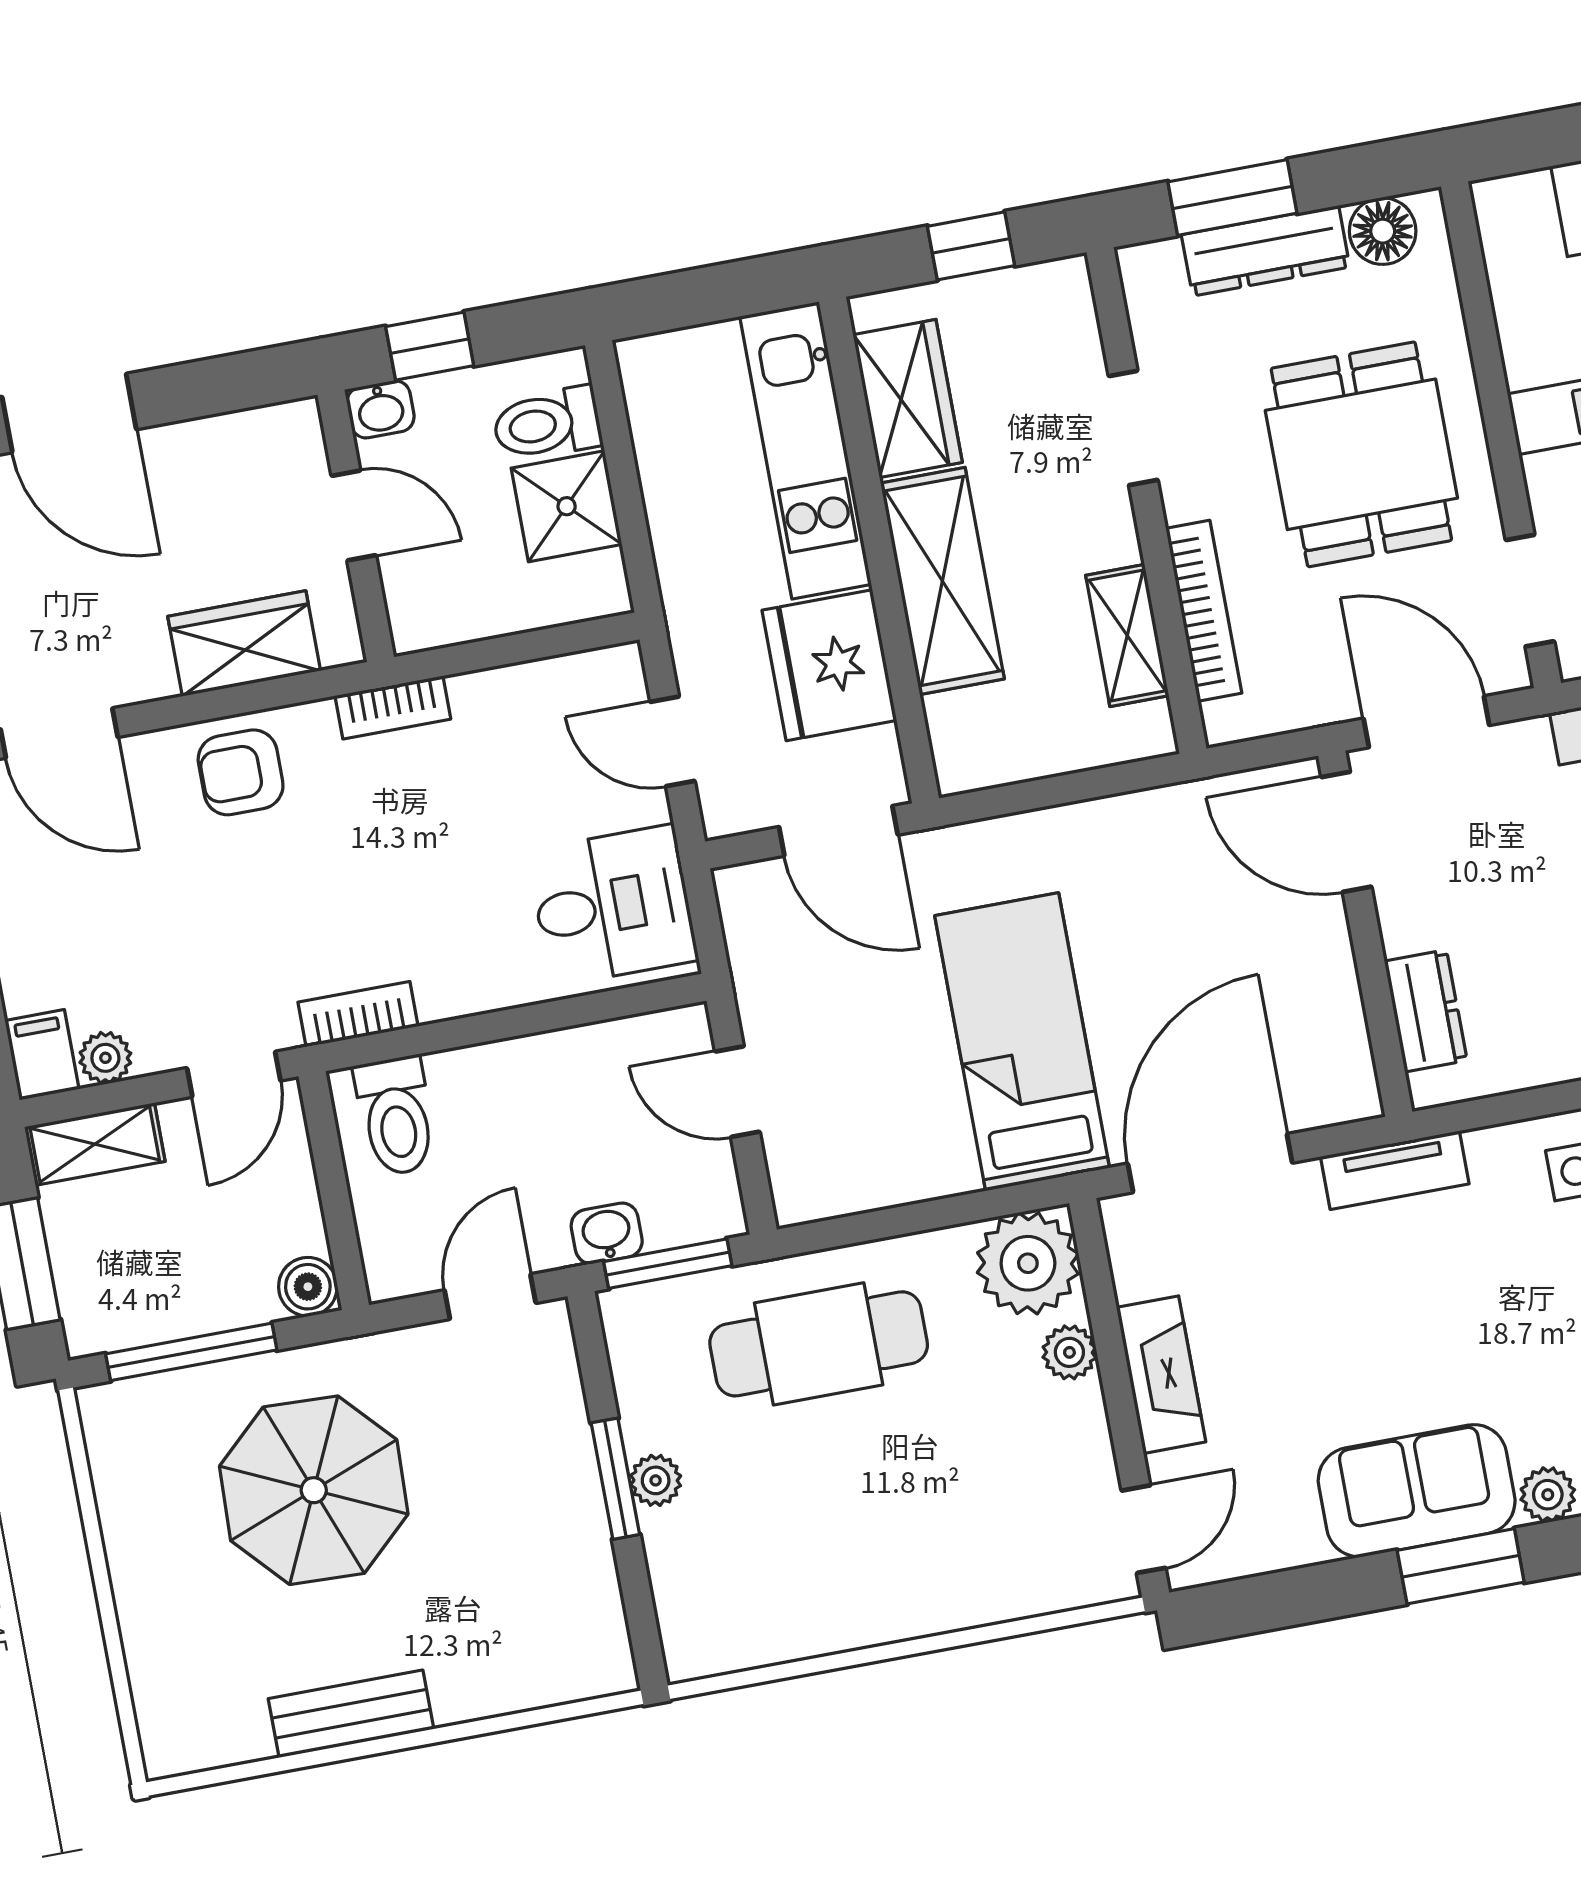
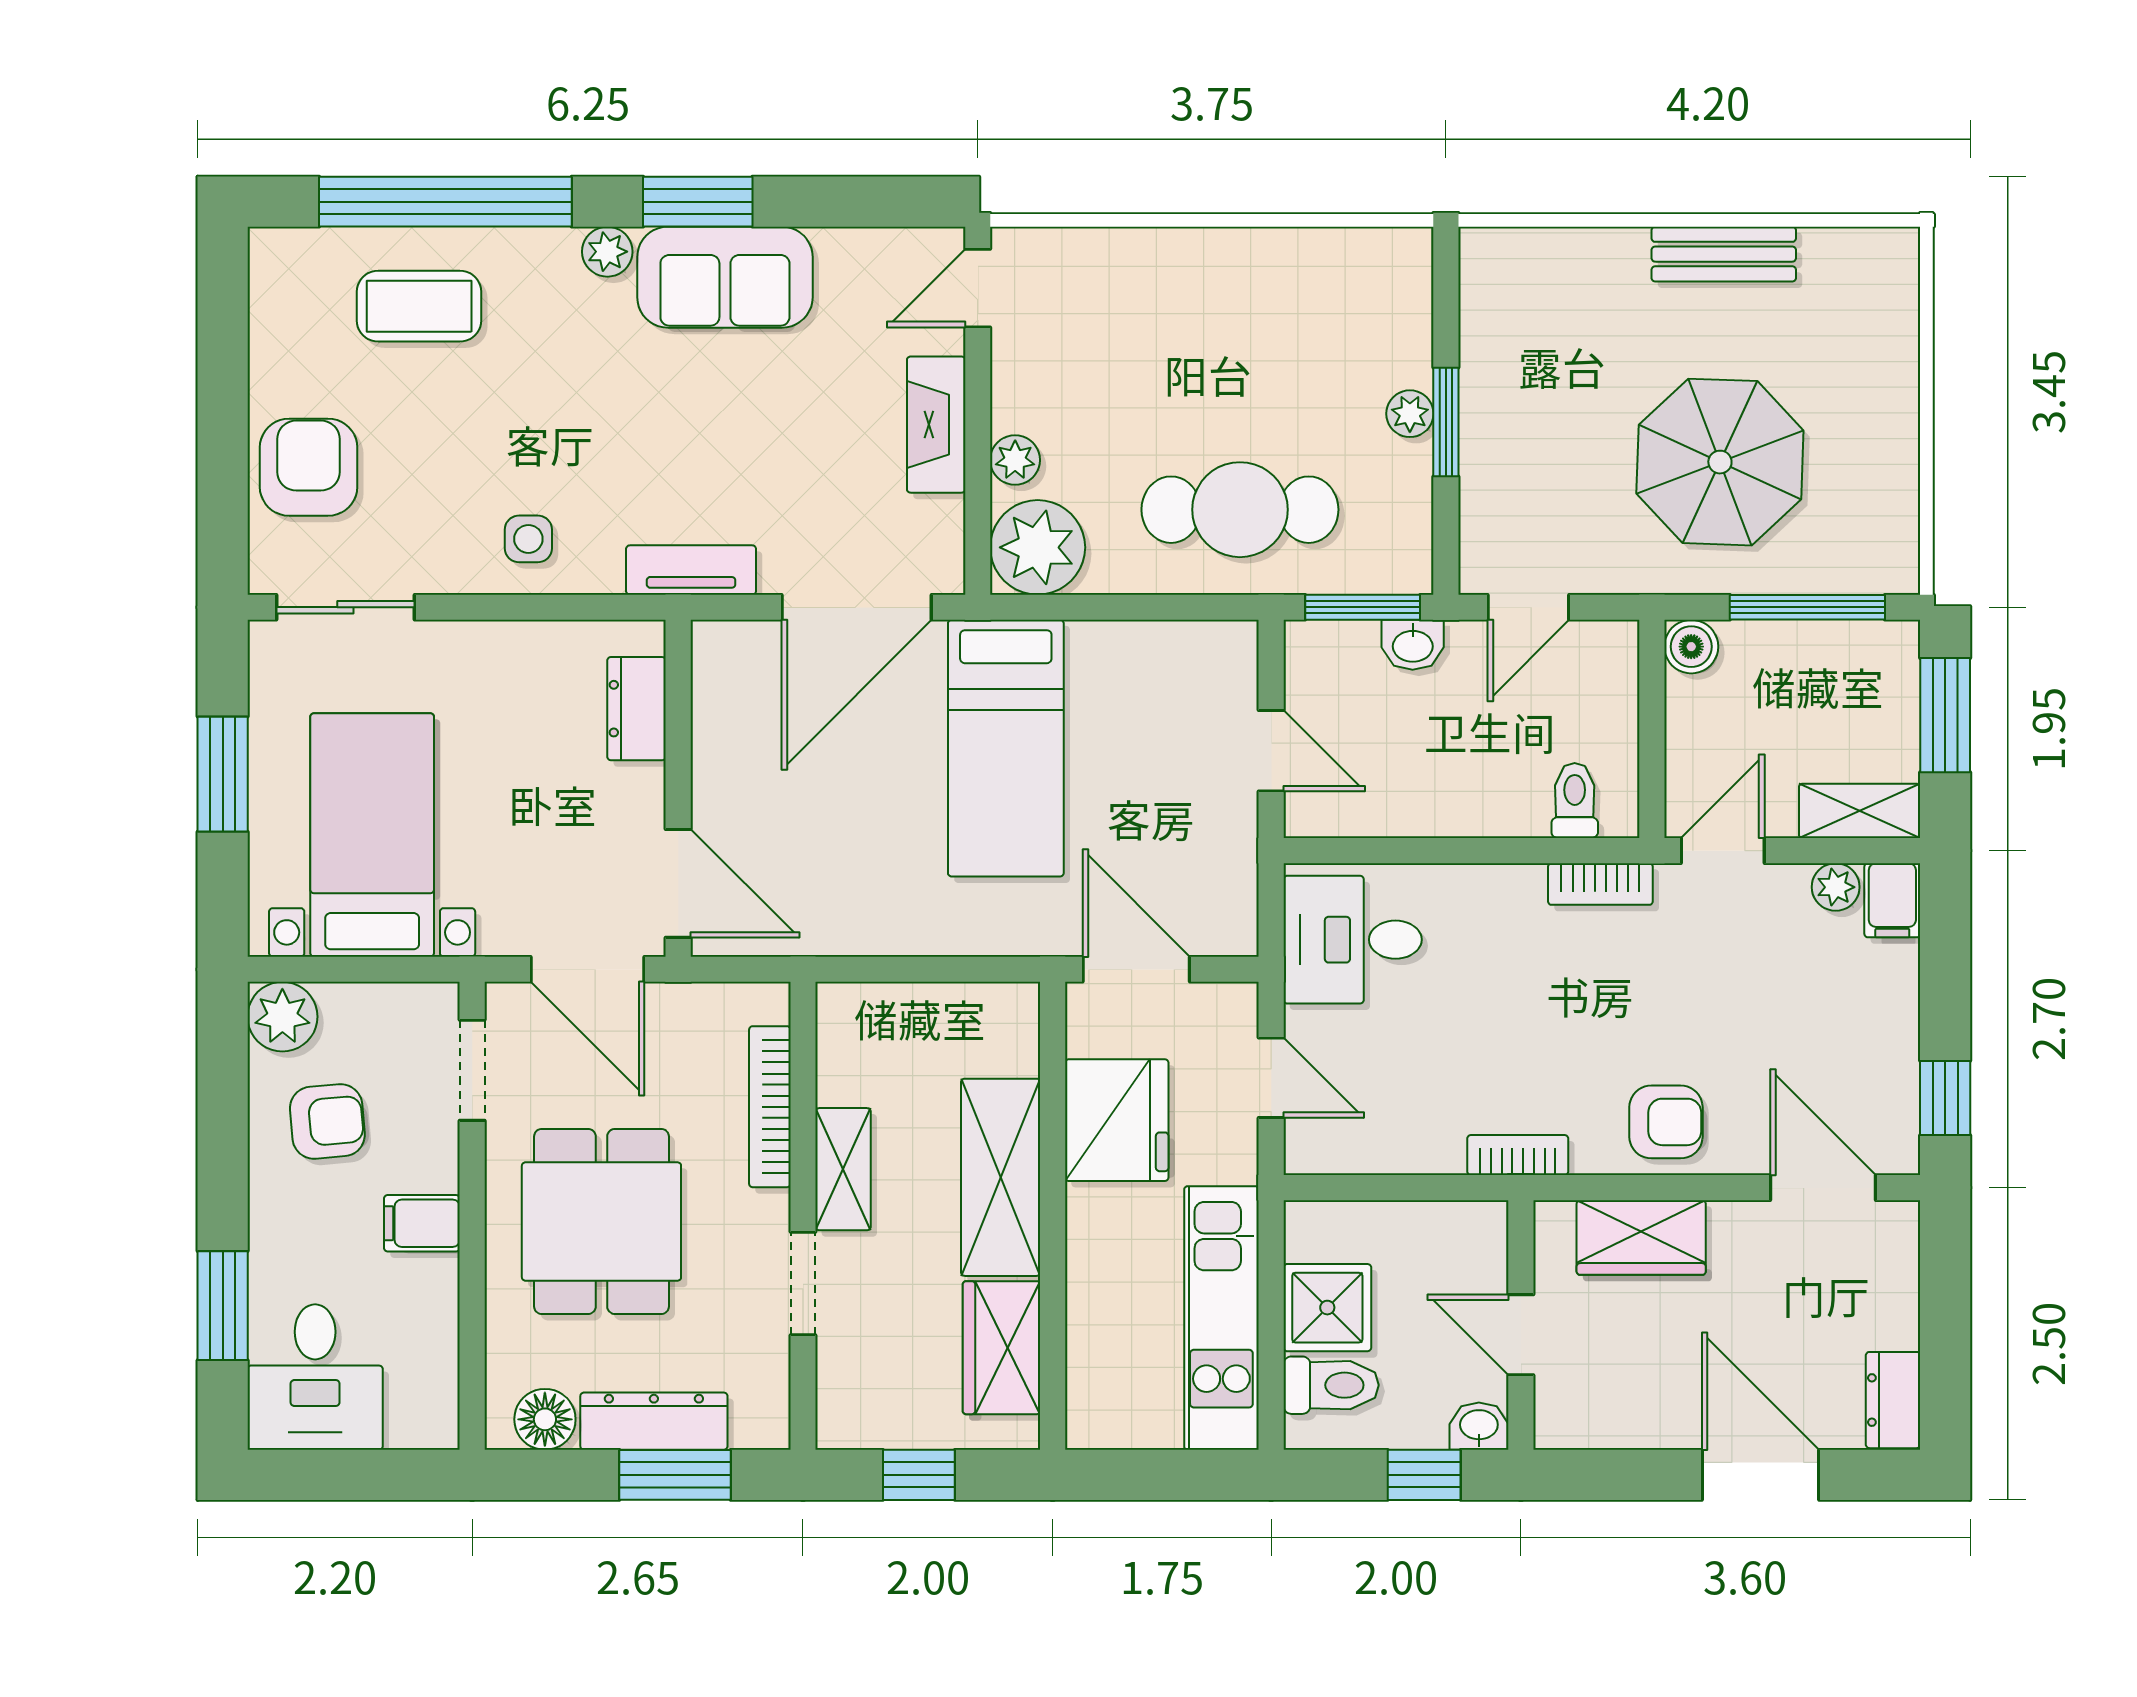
kitchen unit: (806, 450) -> (1221, 1318), moved, turned 180
shelving: (1127, 635) -> (843, 1169), moved
toilet: (396, 1116) -> (1575, 800), width x0.73, depth x0.72

